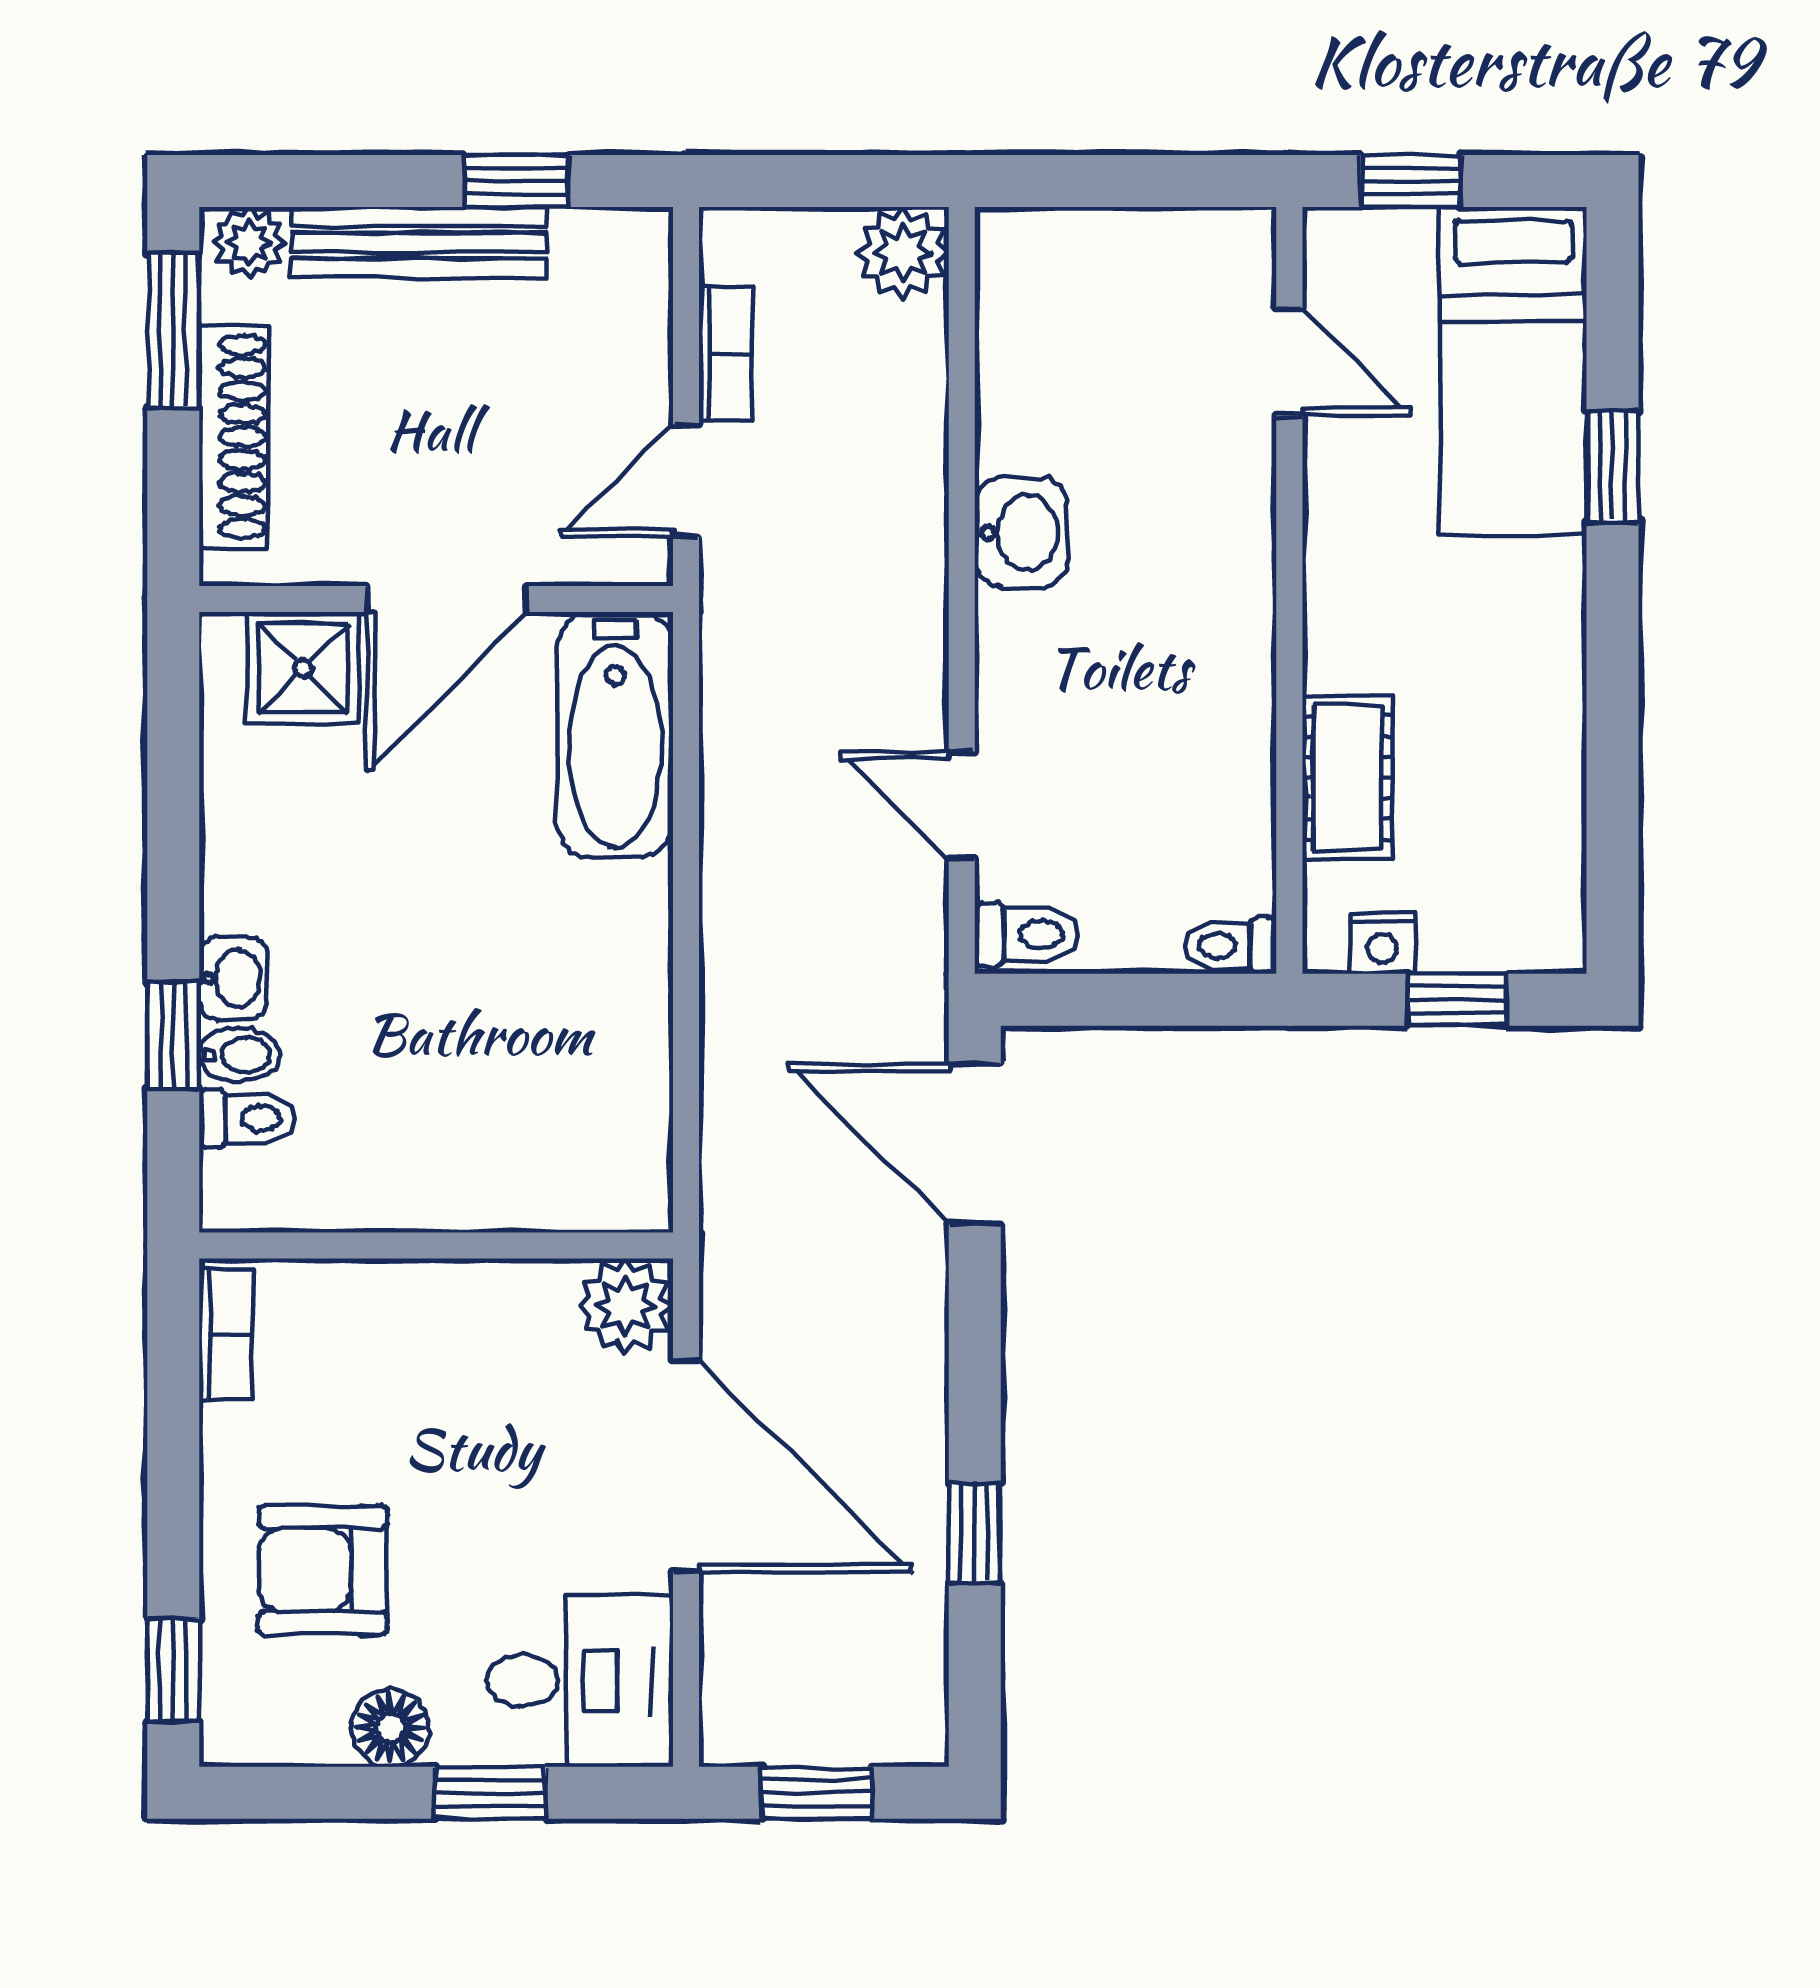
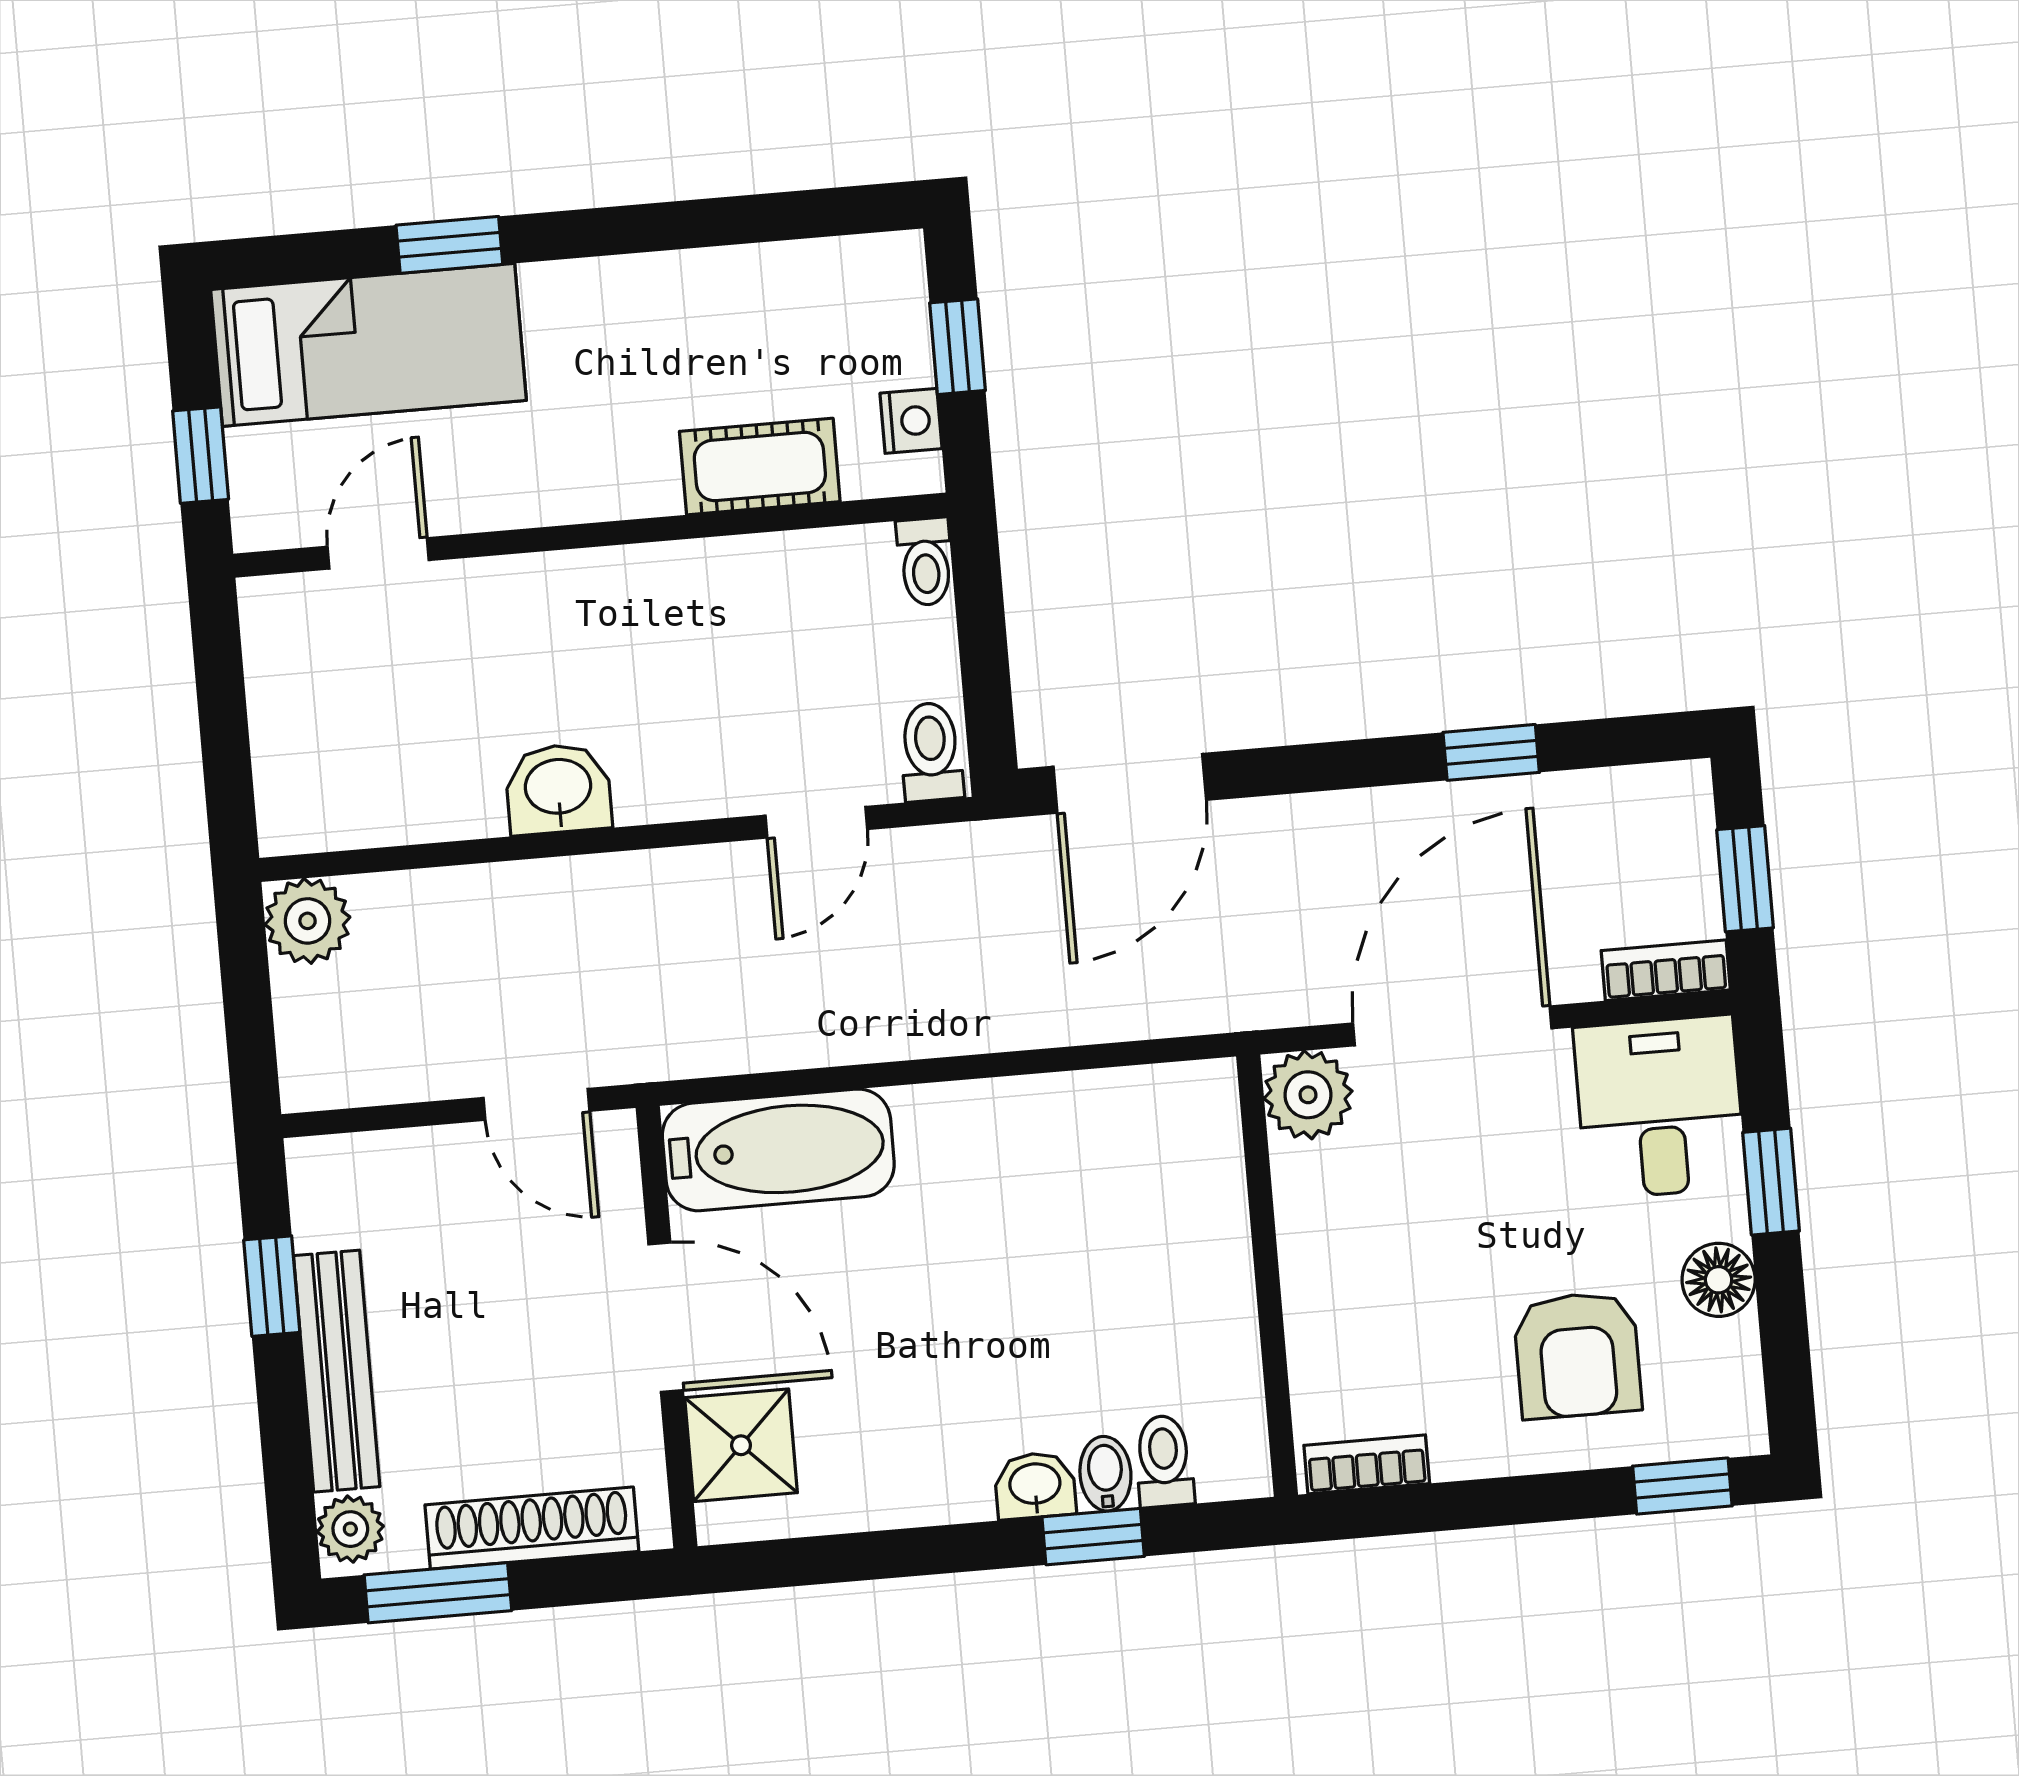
bookcase: (726, 353) -> (1666, 970), moved

